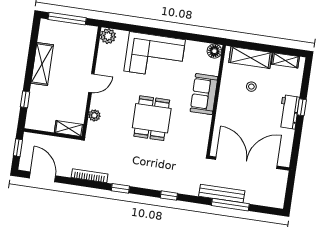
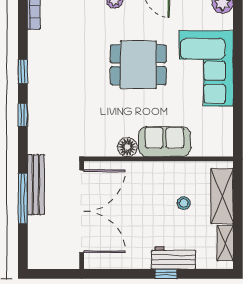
floor lamp: (214, 51) -> (127, 147), moved
workbench: (289, 112) -> (174, 258), moved
dining table: (152, 118) -> (138, 65), moved
window: (120, 188) -> (23, 71), moved

